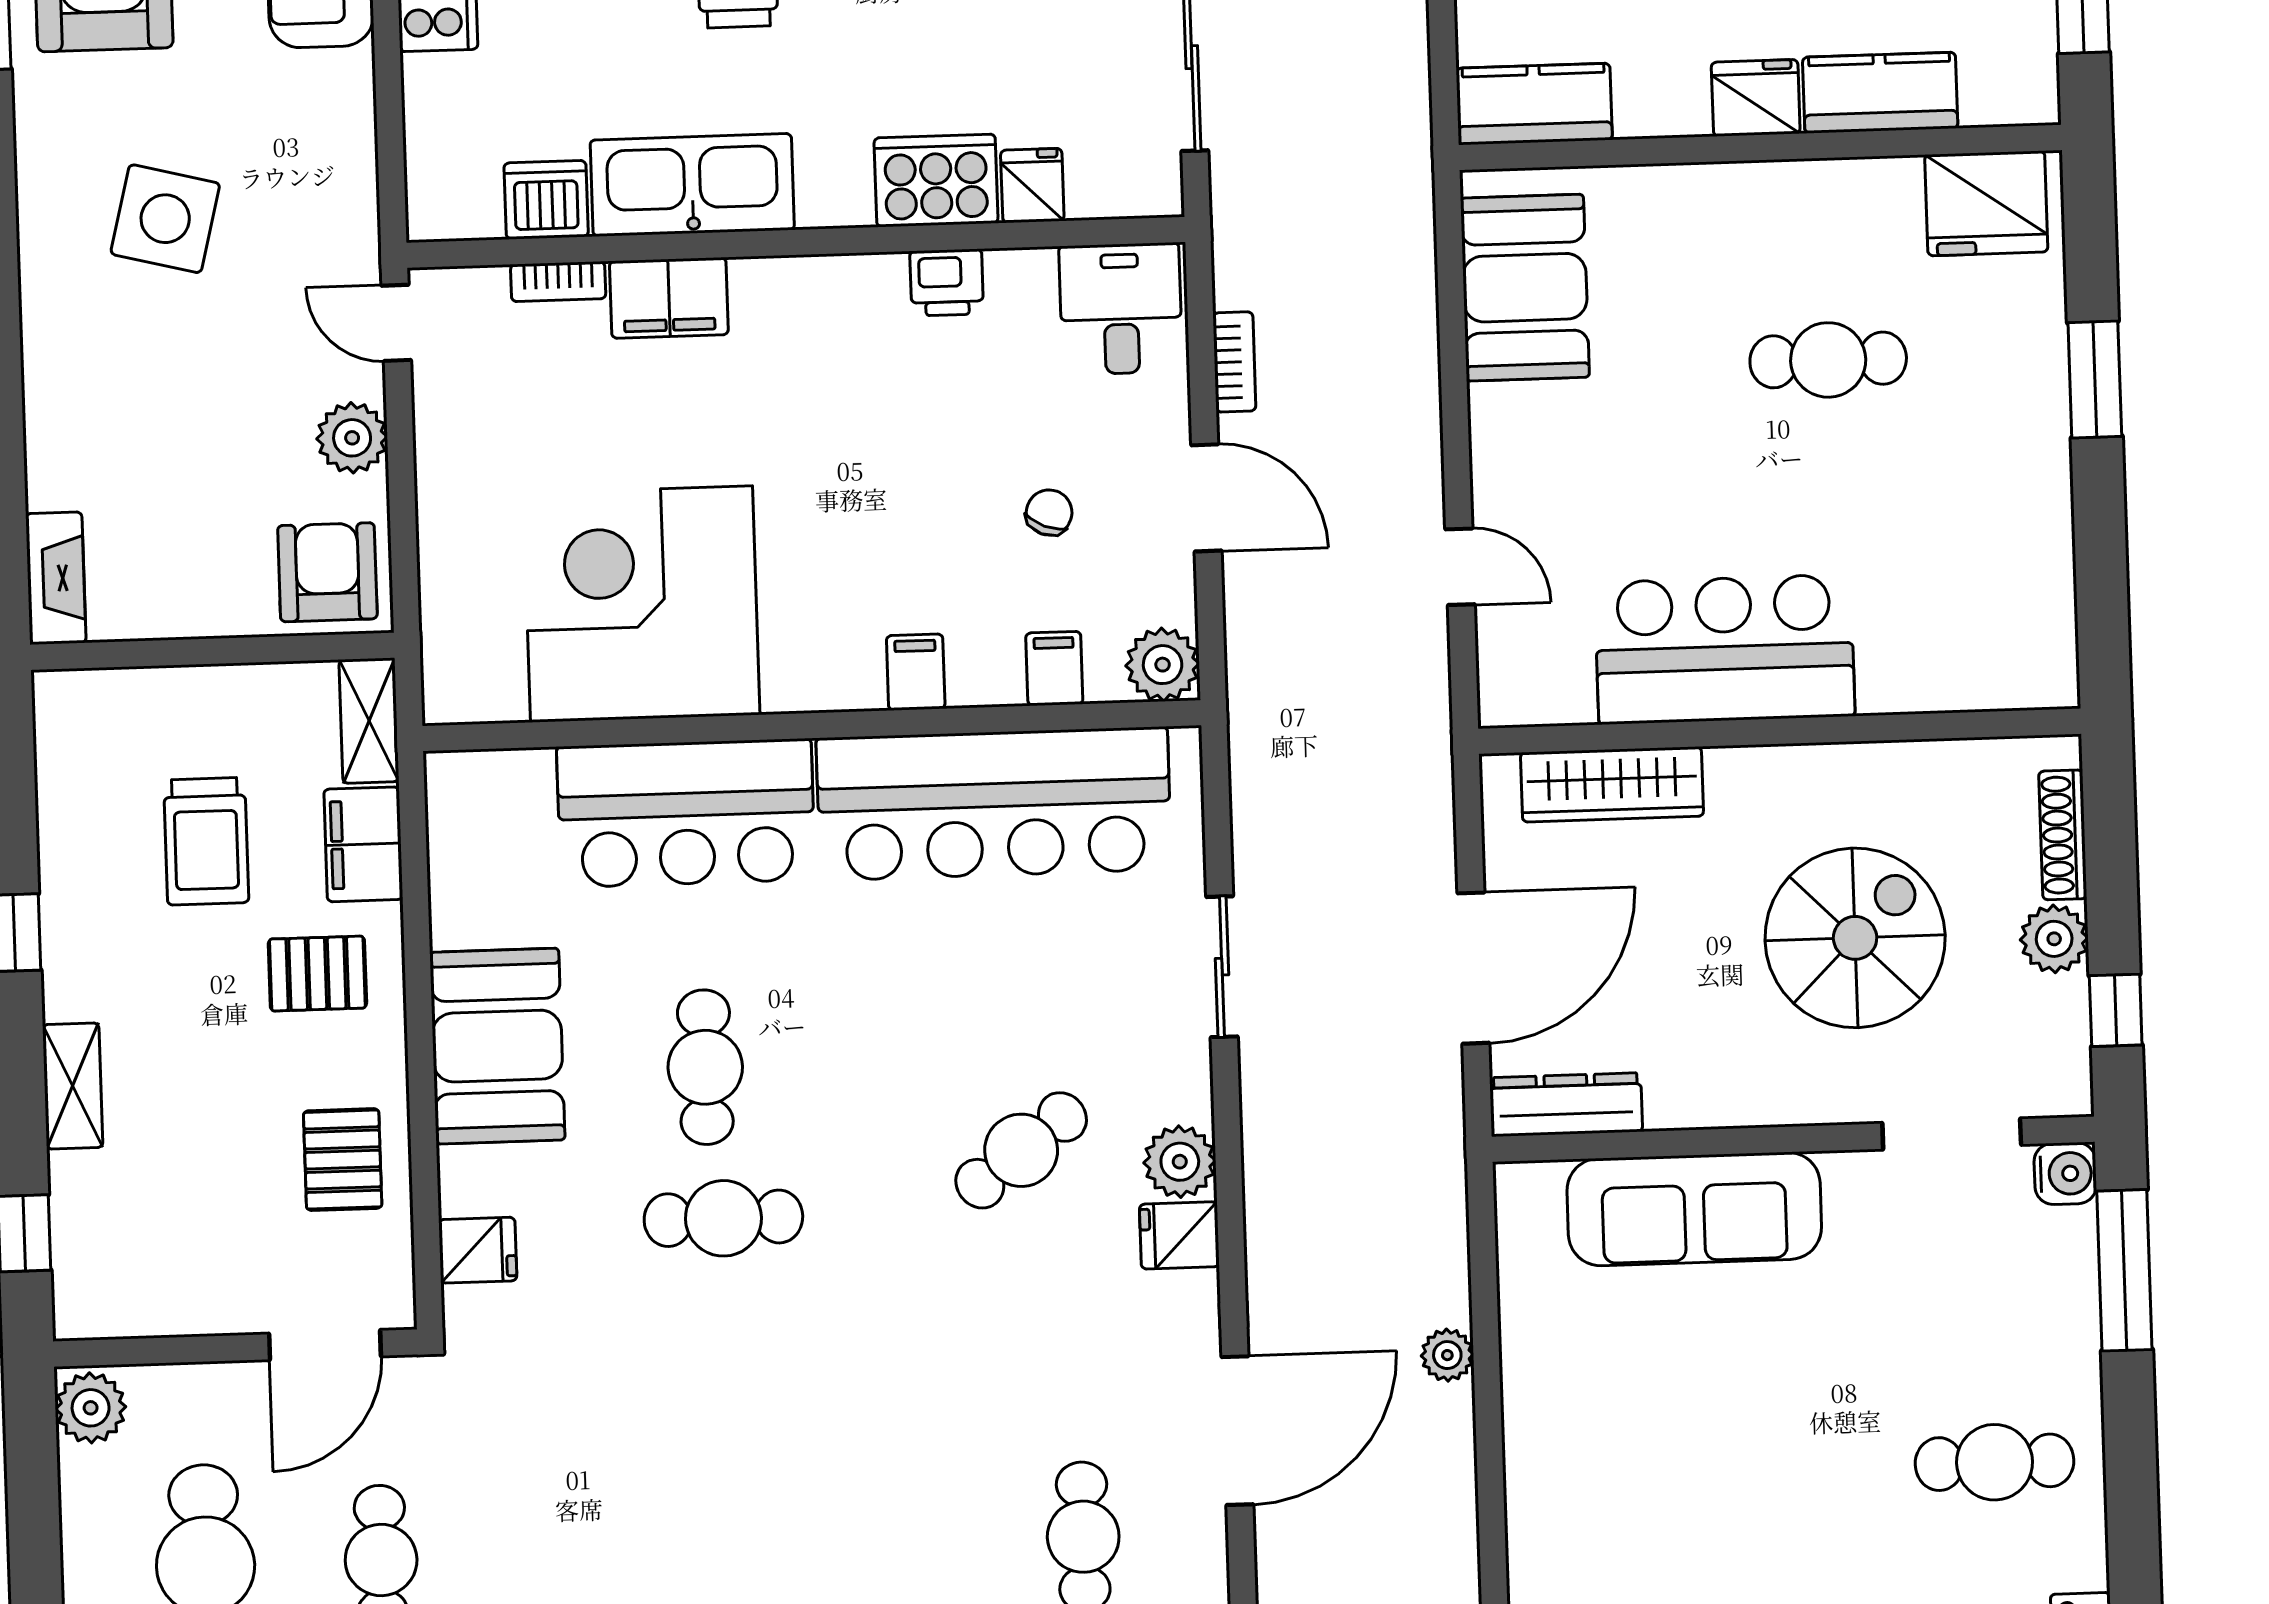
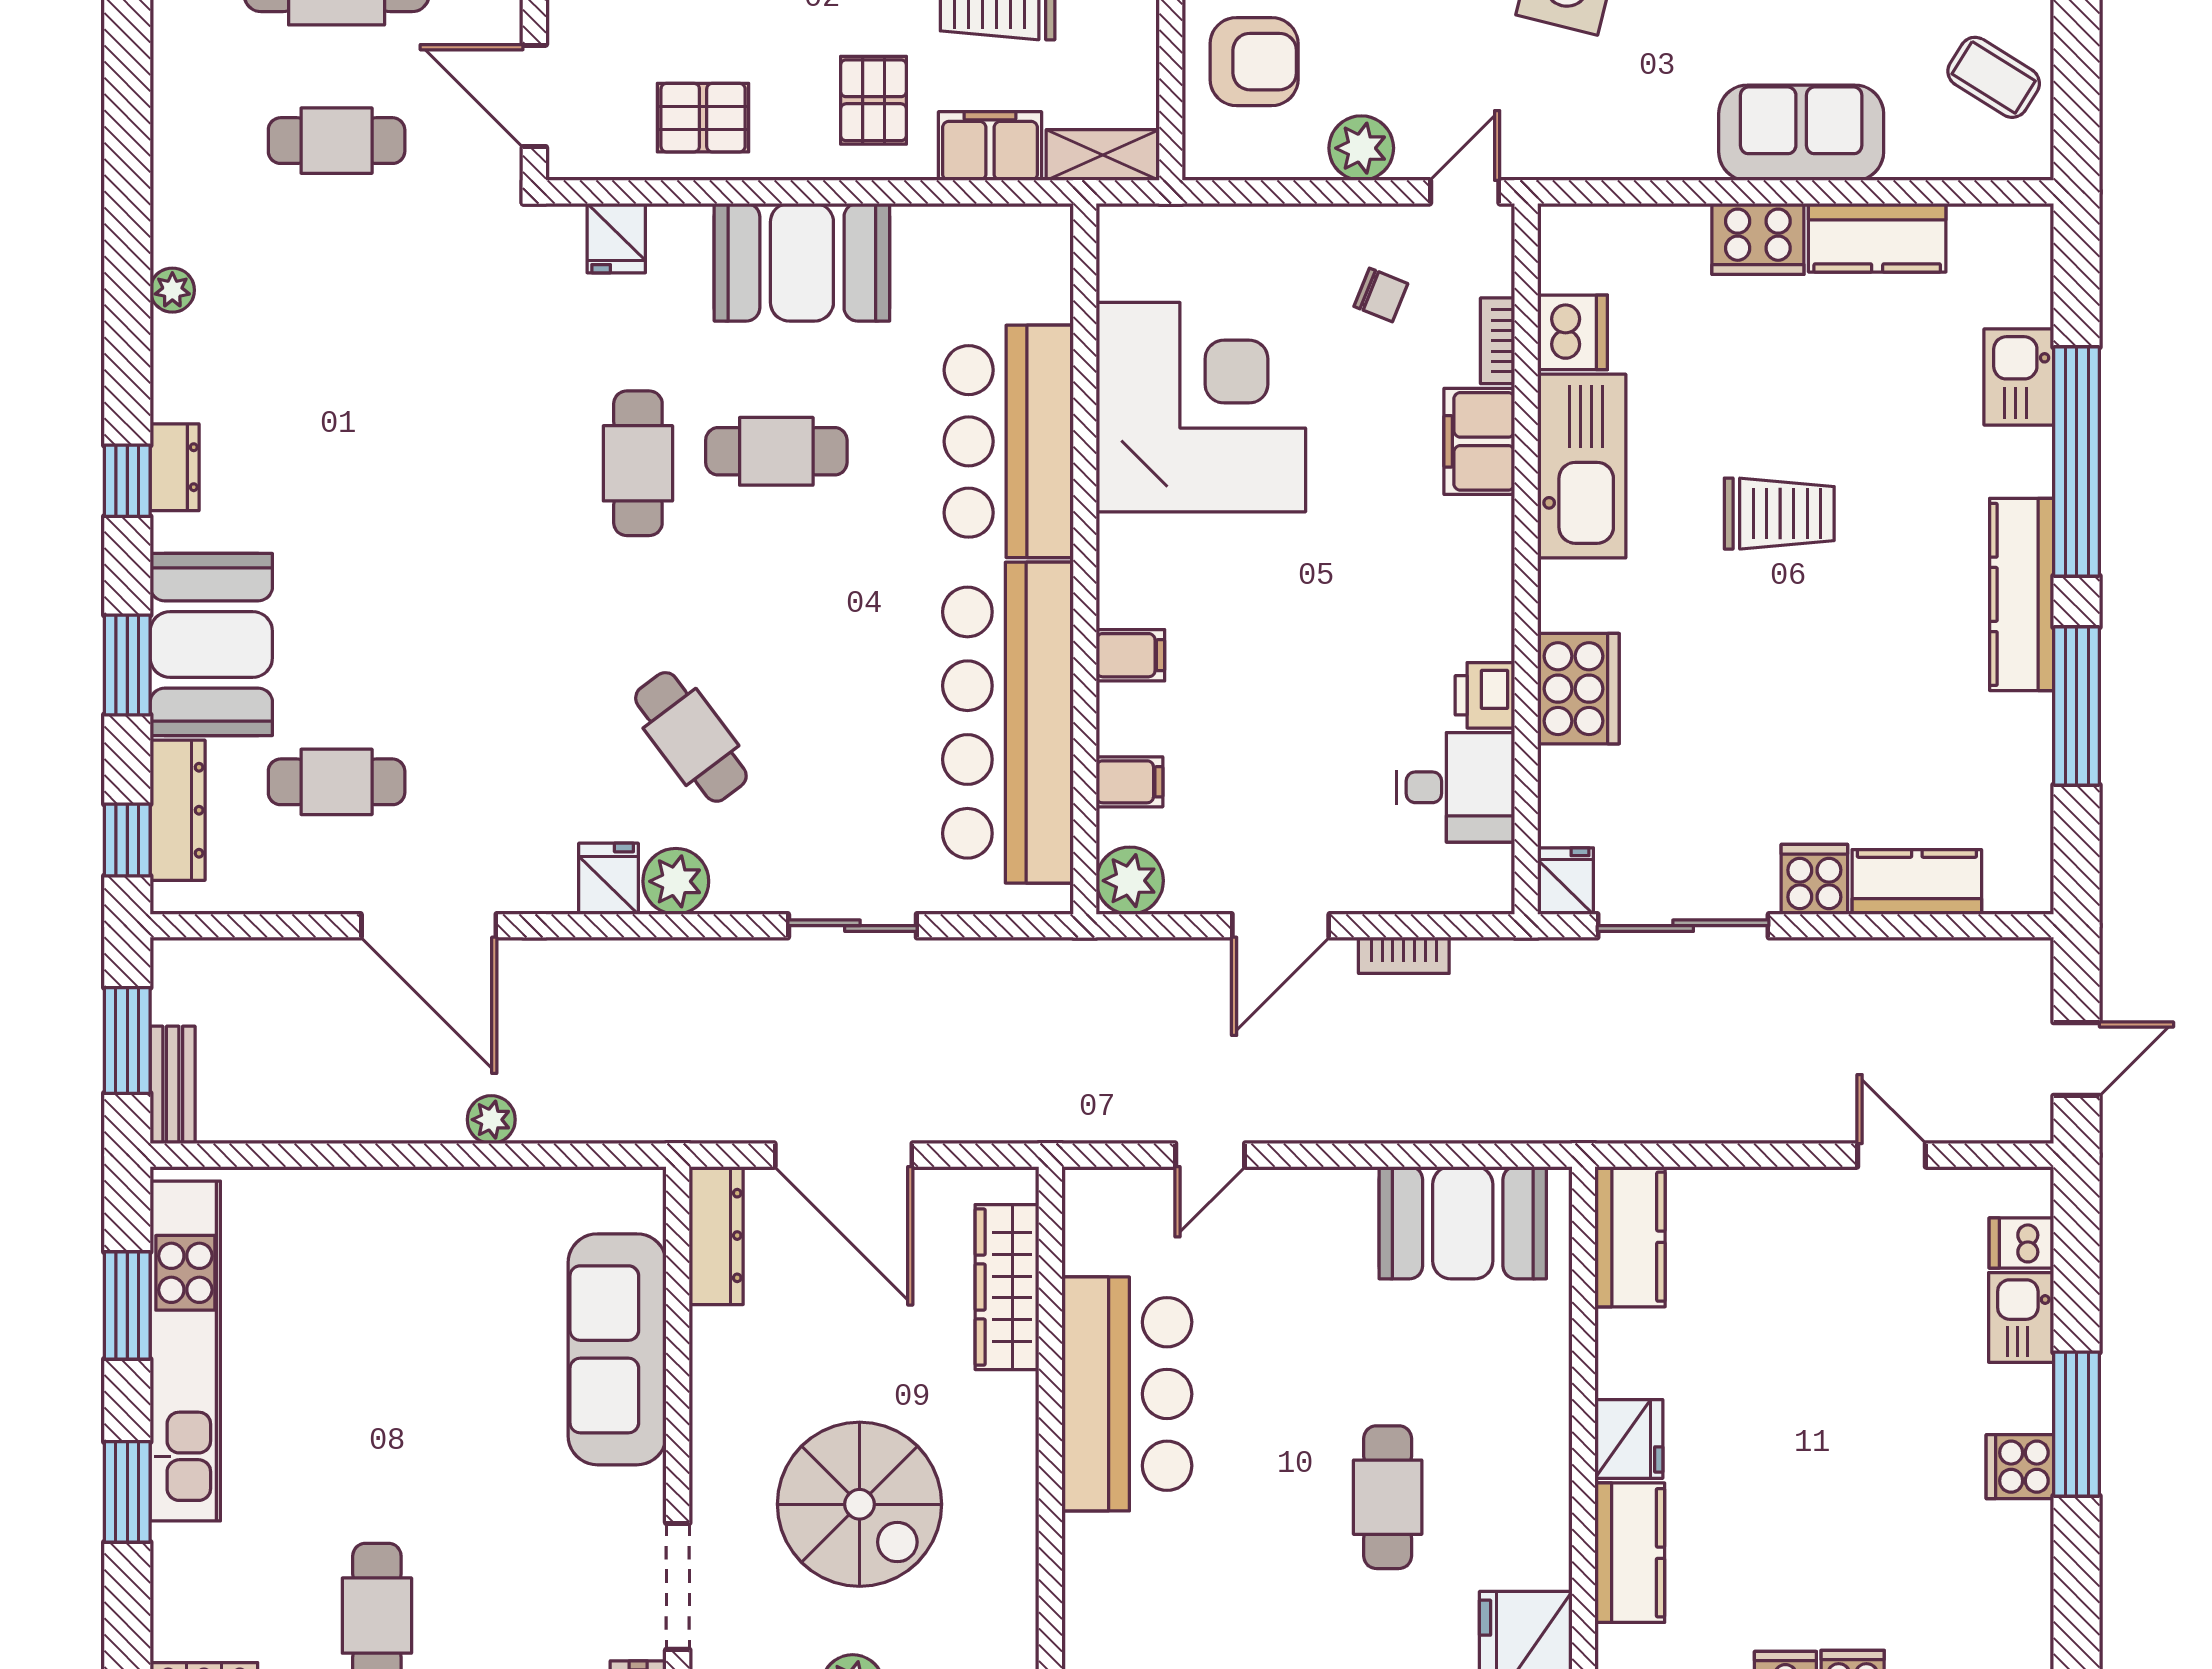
fridge: (1032, 185) -> (1566, 881), moved, turned -90
desk: (1121, 309) -> (1456, 787), moved
chair: (1049, 513) -> (1381, 295), moved
armchair: (327, 572) -> (1254, 62), moved

